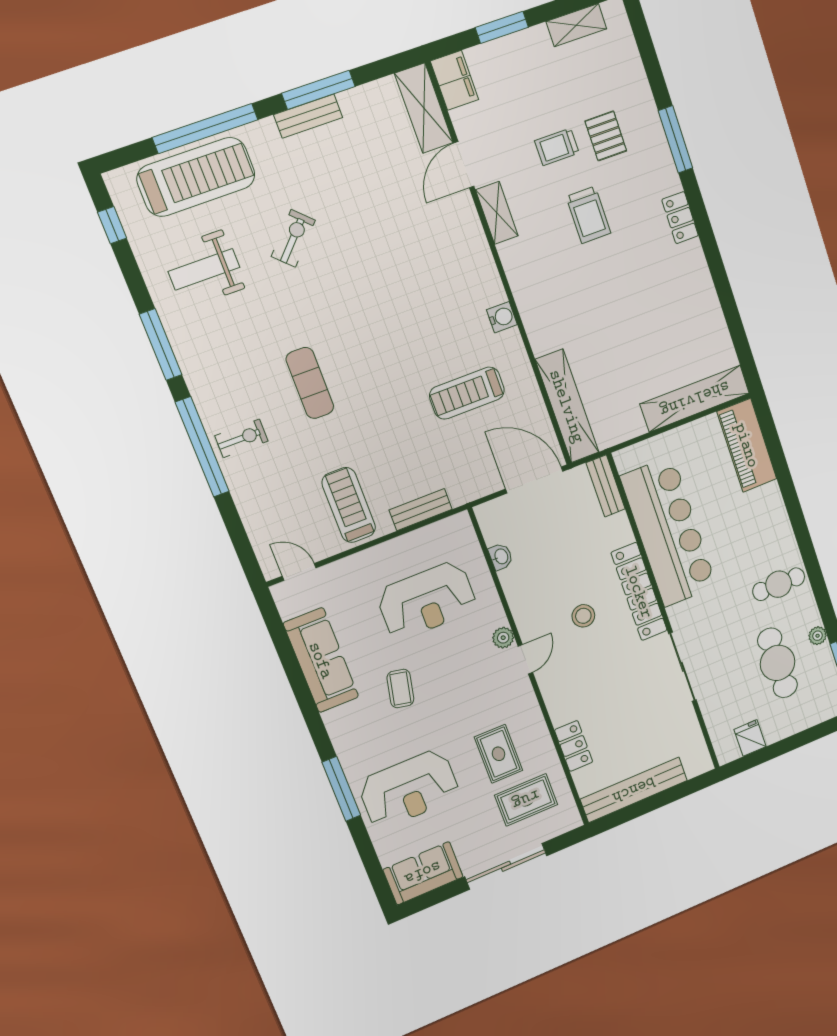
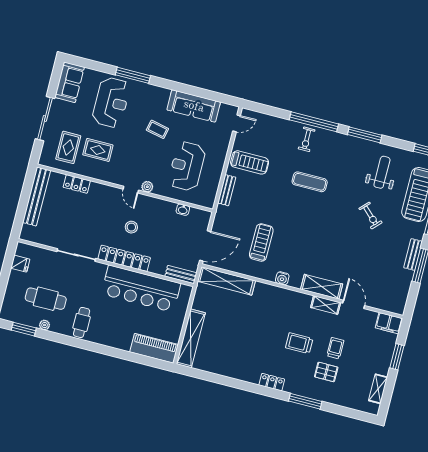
shelving: (424, 108) -> (322, 287), moved
reception desk: (409, 789) -> (111, 102), turned 180

